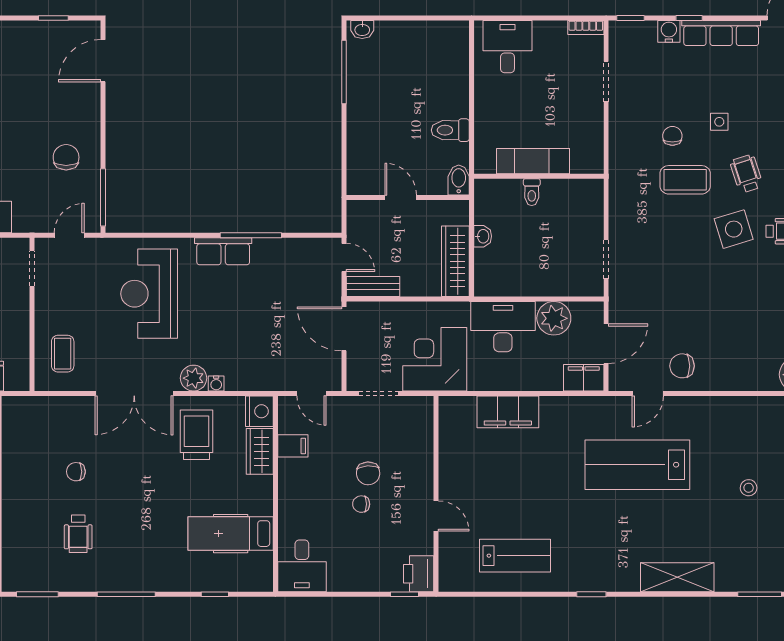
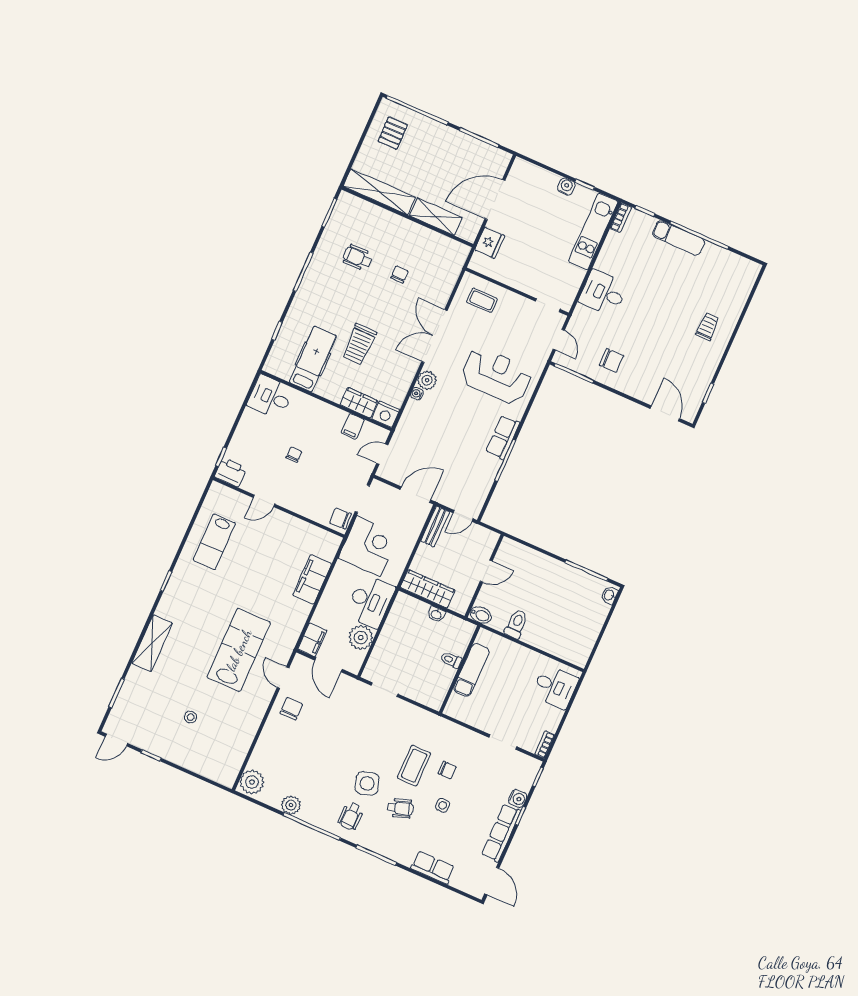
trolley: (197, 435) -> (359, 344), moved, turned 90
chair: (368, 473) -> (340, 519), moved

